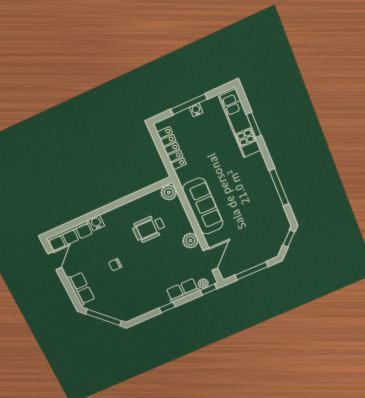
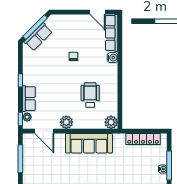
row of seats: (81, 289) -> (38, 37), moved, turned -45

